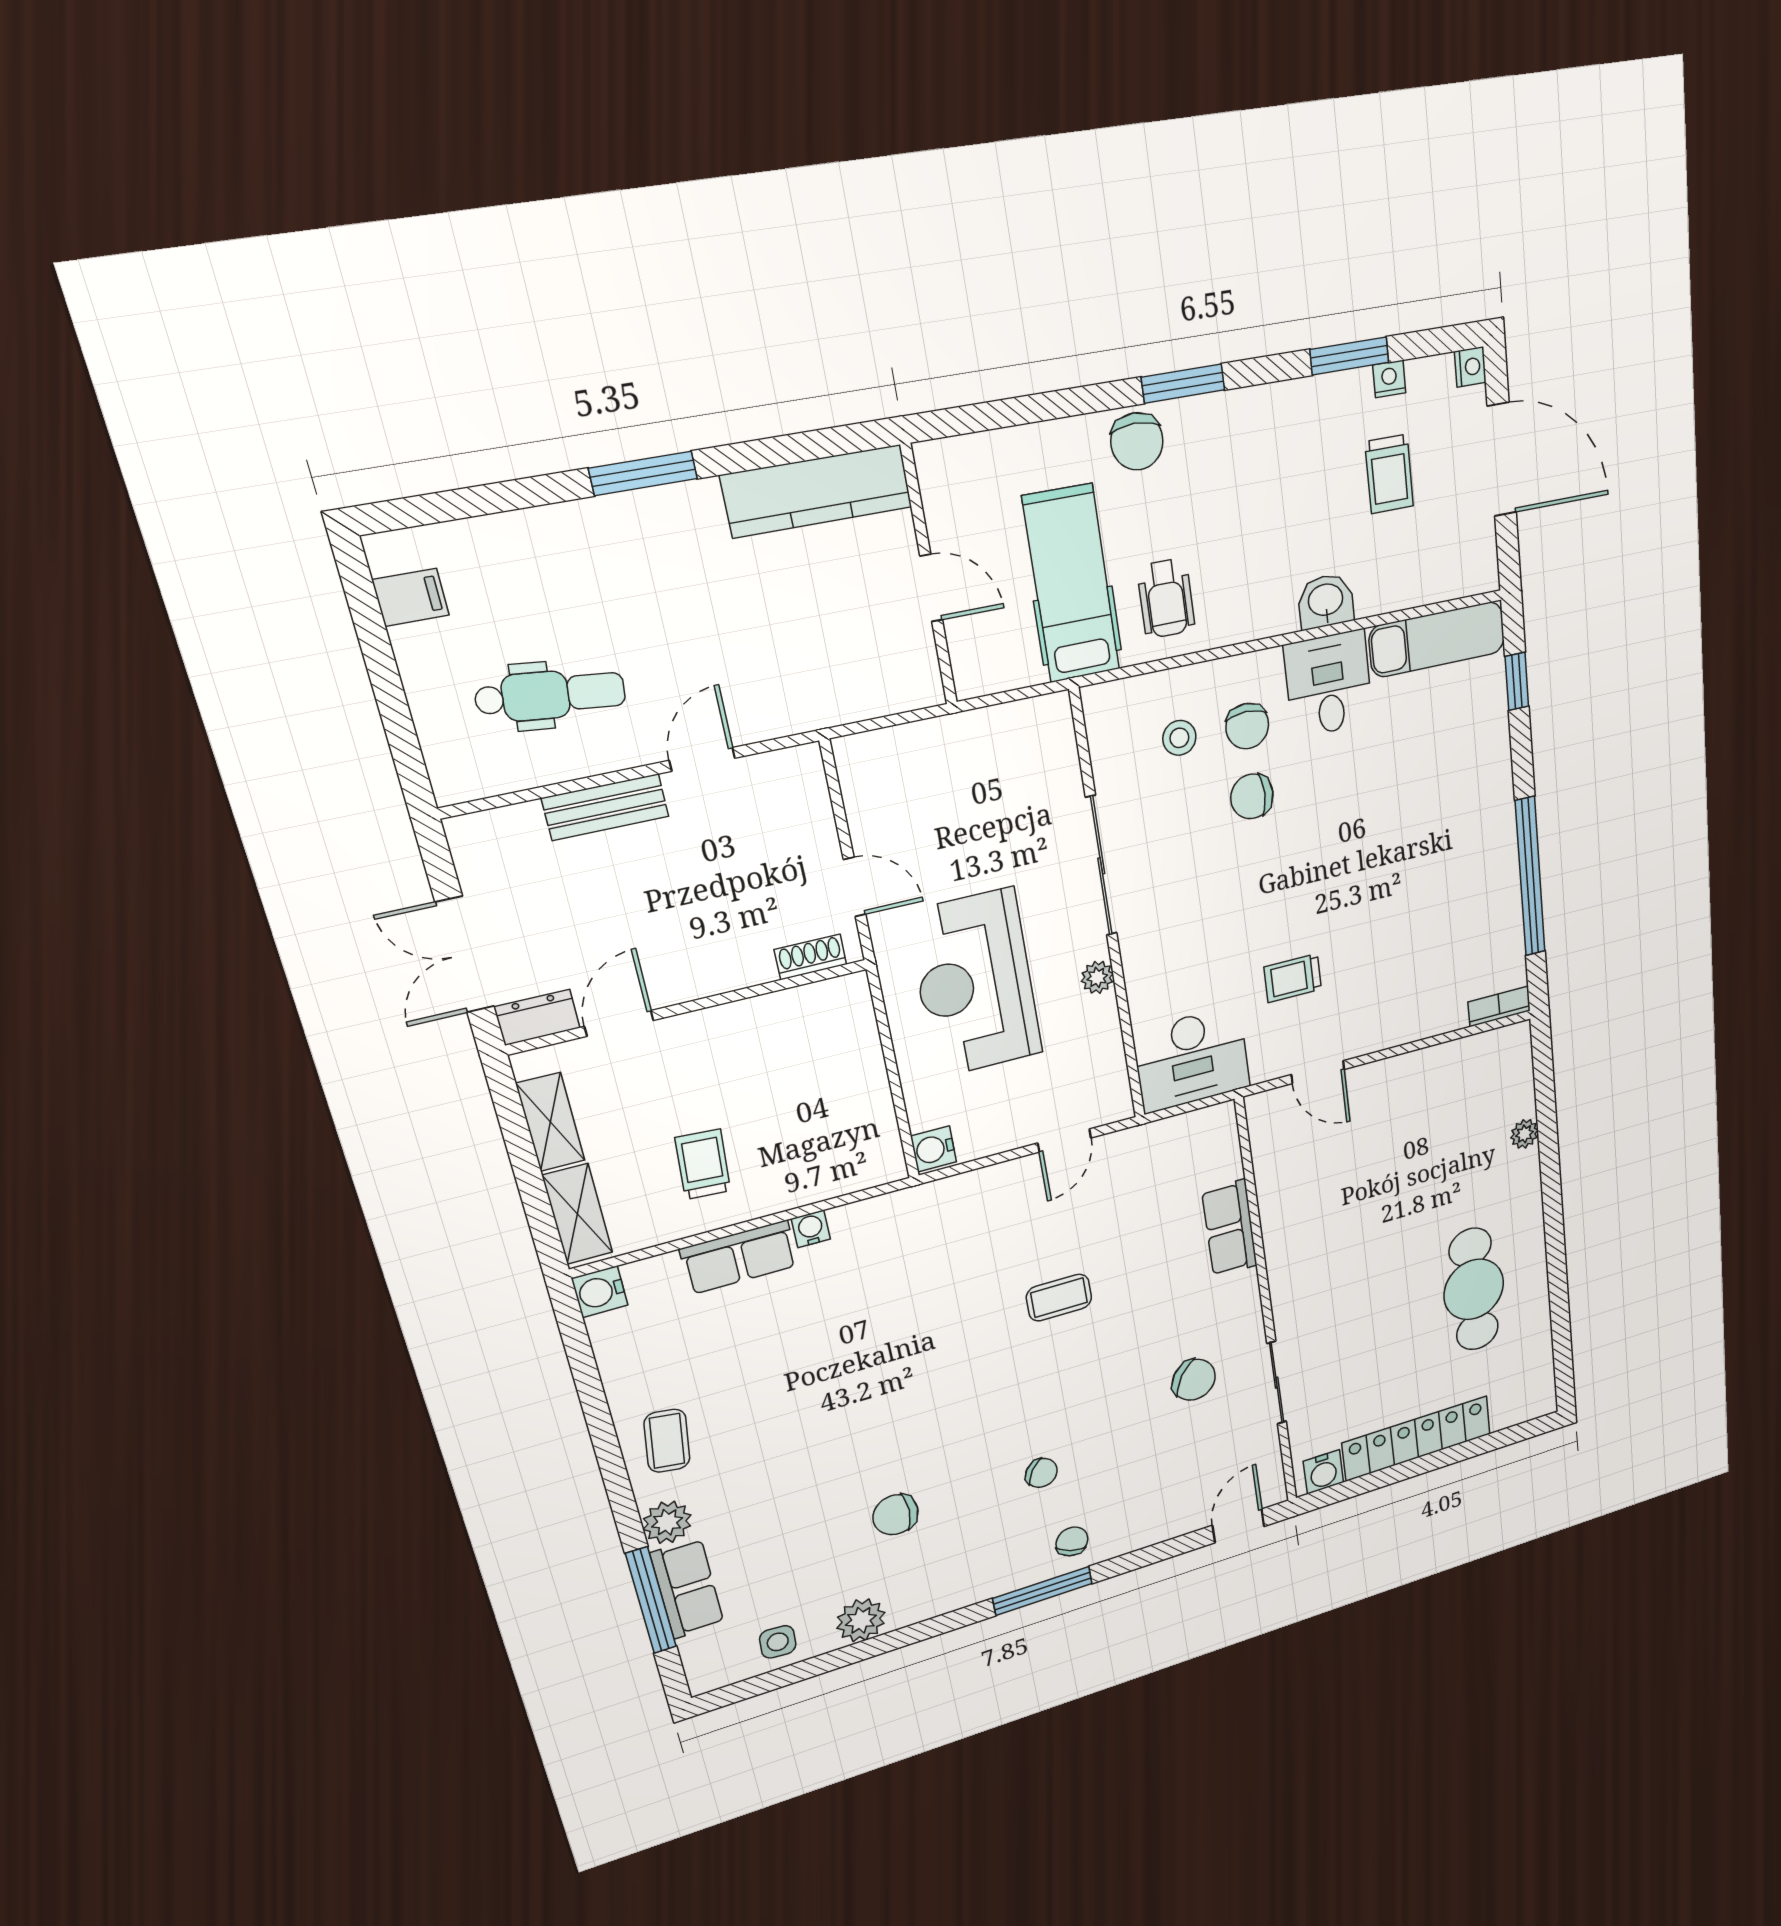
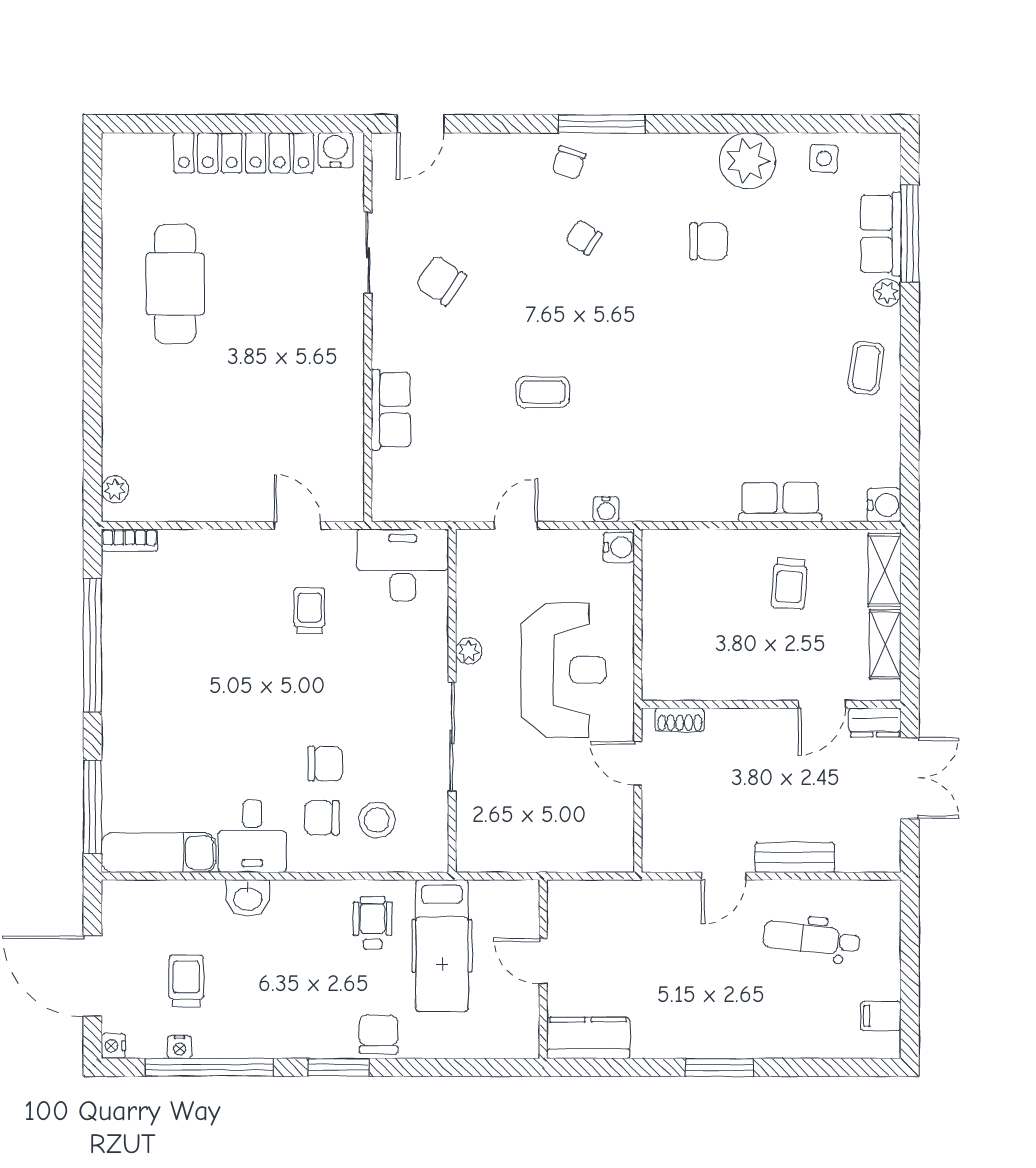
window: (1349, 356) -> (209, 1067), width x2.11
kitchen counter: (817, 491) -> (588, 1038), width x0.67
window: (1517, 681) -> (93, 807), width x2.17
chair: (1247, 726) -> (322, 818), turned -90
stool: (1179, 738) -> (377, 820), width x1.37, depth x1.37
trolley: (1293, 978) -> (309, 611), turned -90
plant: (1524, 1134) -> (115, 489), moved
water cooler: (811, 1229) -> (606, 509), moved
plant: (667, 1522) -> (887, 293), width x0.73, depth x0.73
plant: (861, 1620) -> (747, 161), width x1.36, depth x1.36

